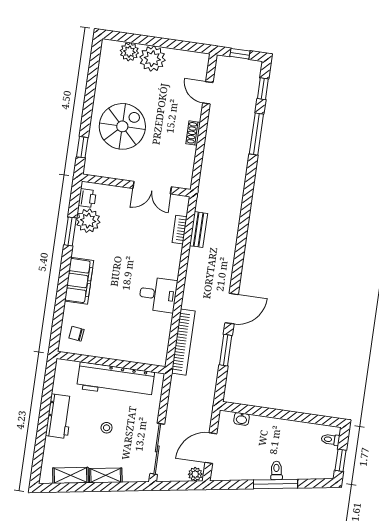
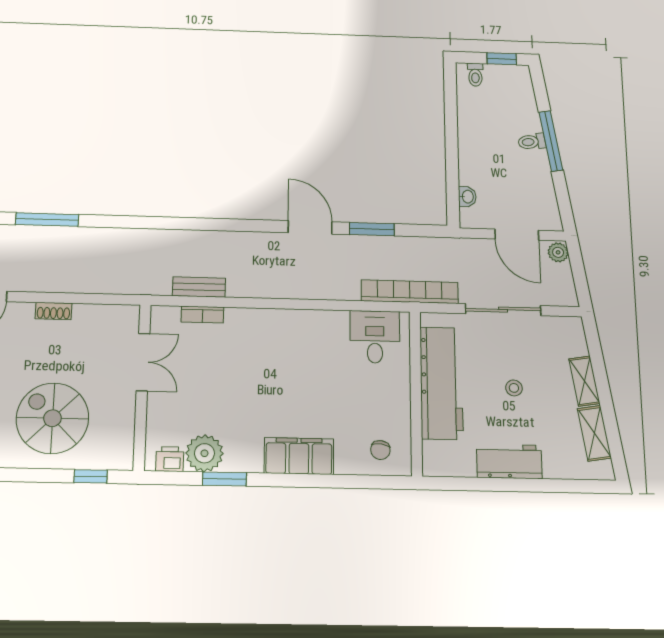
desk: (158, 295) -> (375, 337), moved
bookcase: (183, 342) -> (410, 292), moved
sliding door: (157, 449) -> (503, 310), moved

